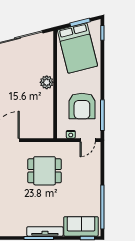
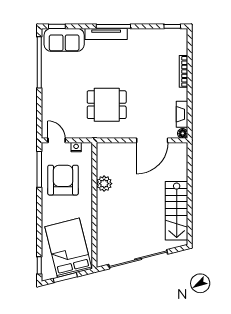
plant: (47, 82) -> (104, 184), moved
door: (88, 140) -> (57, 140), hinge flipped

